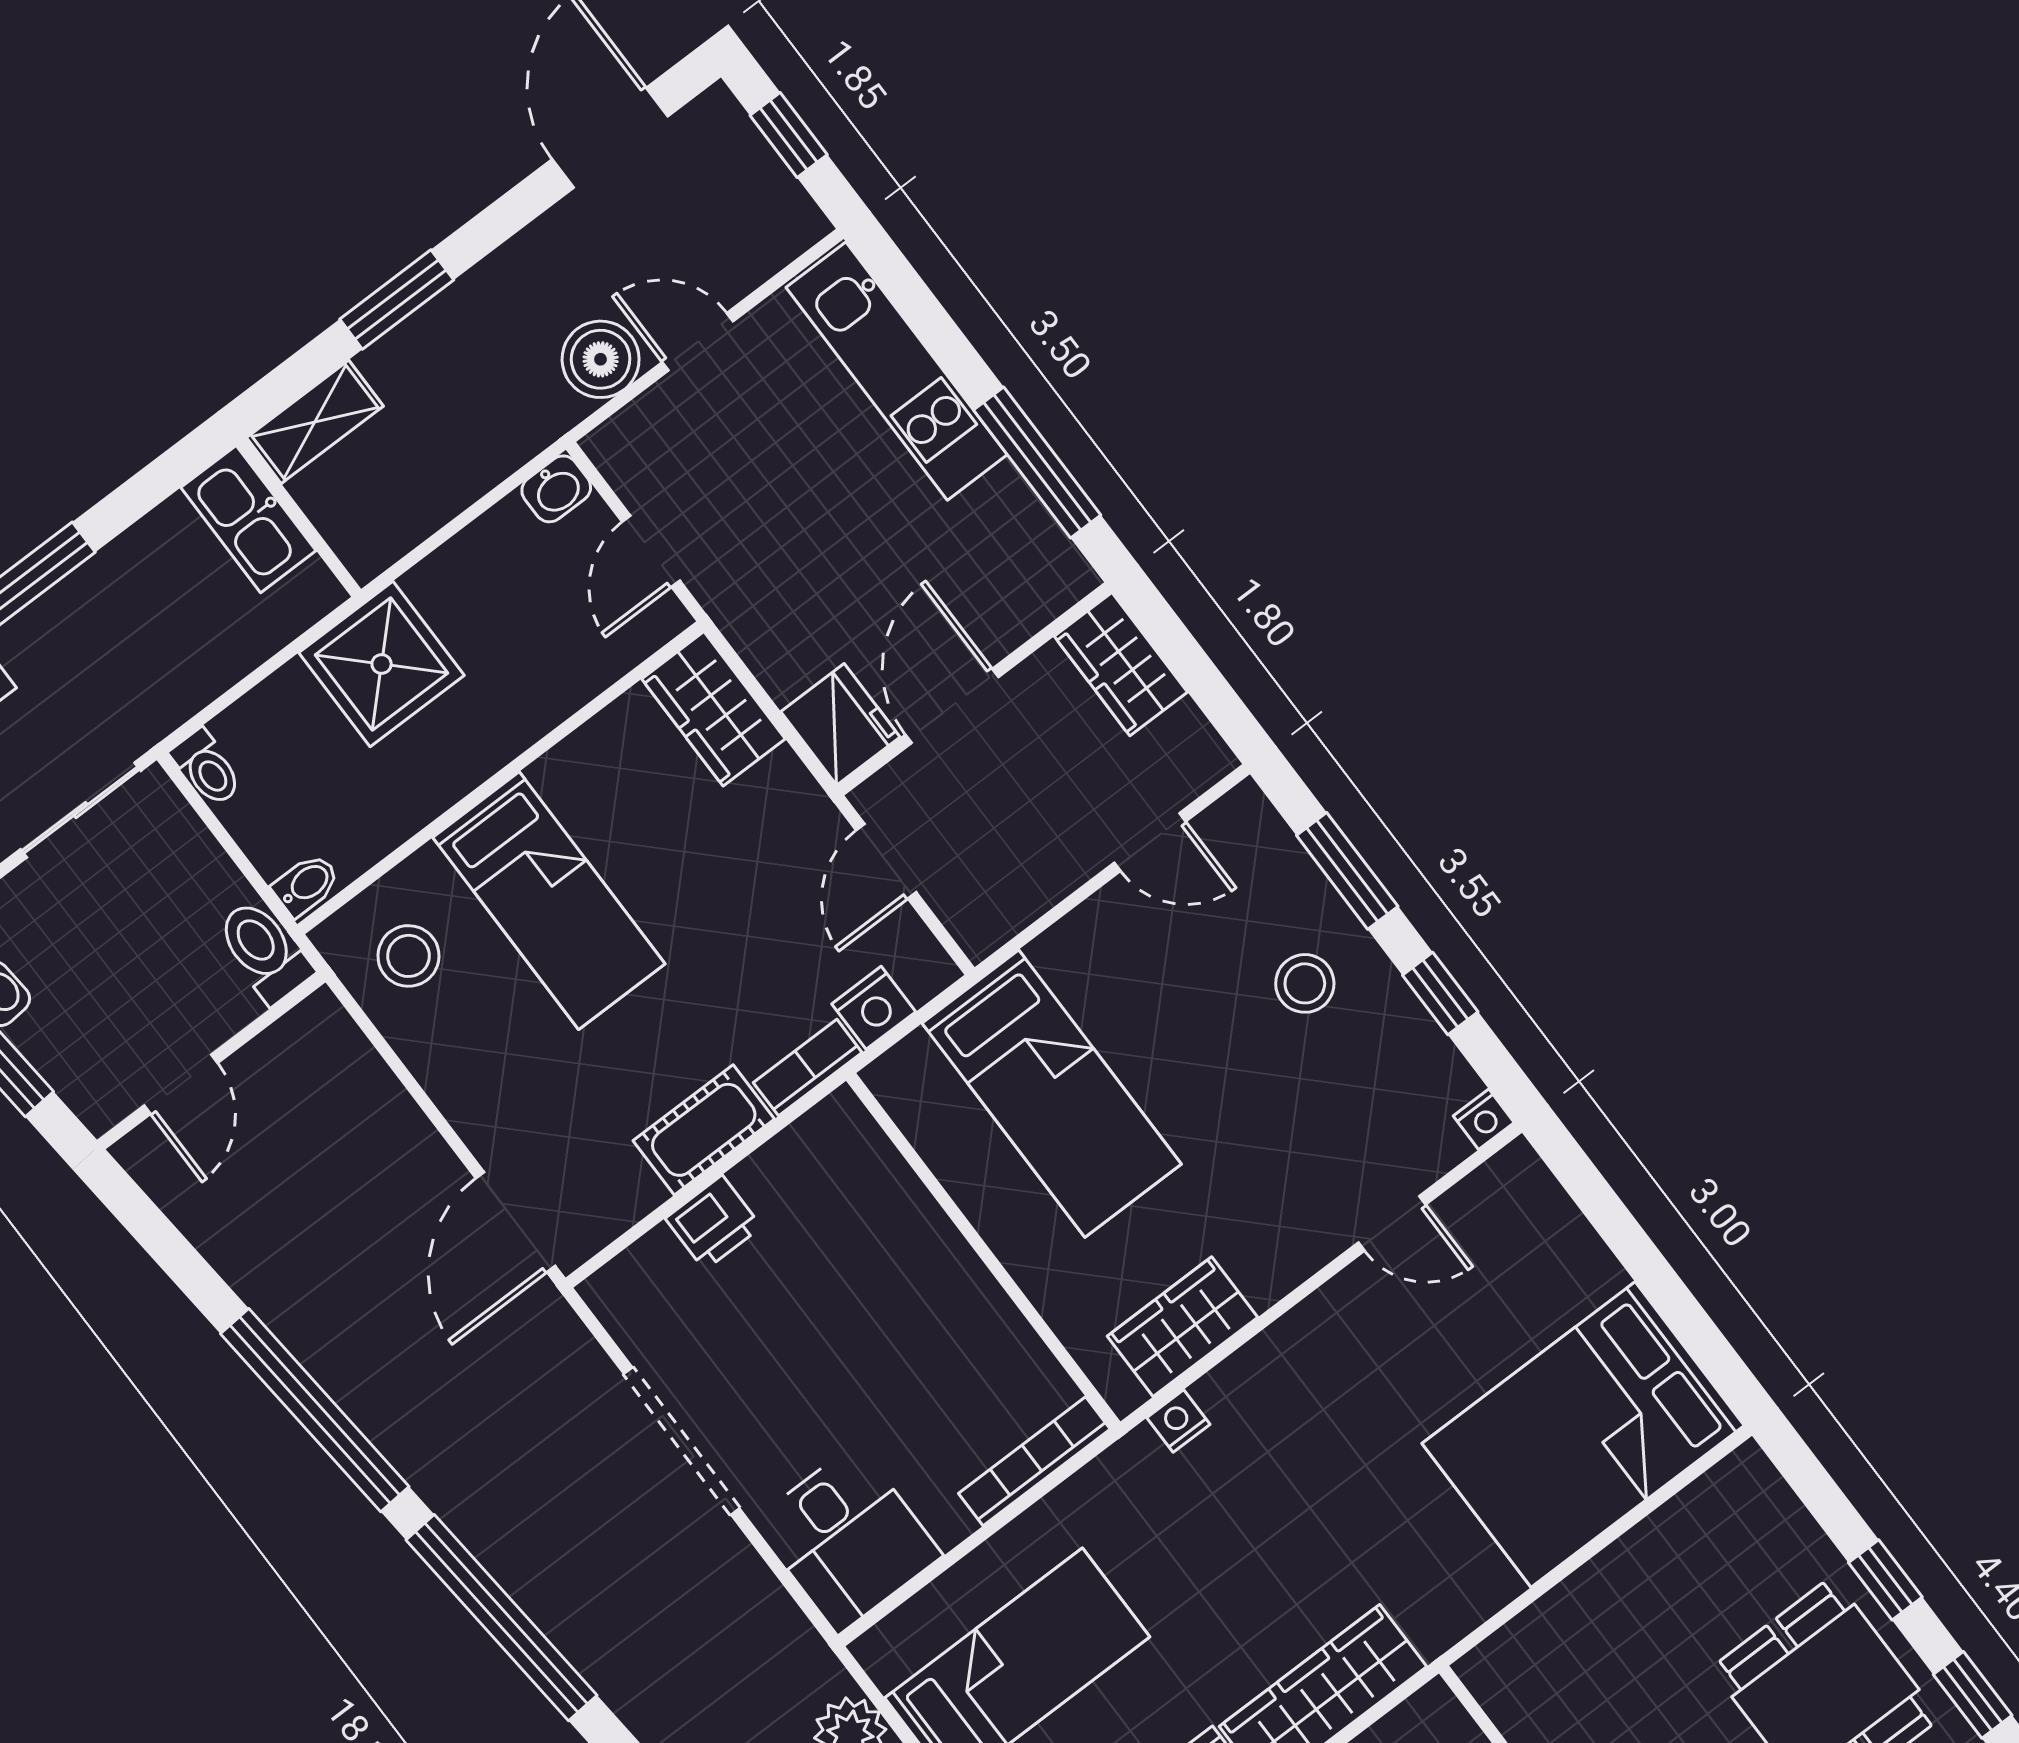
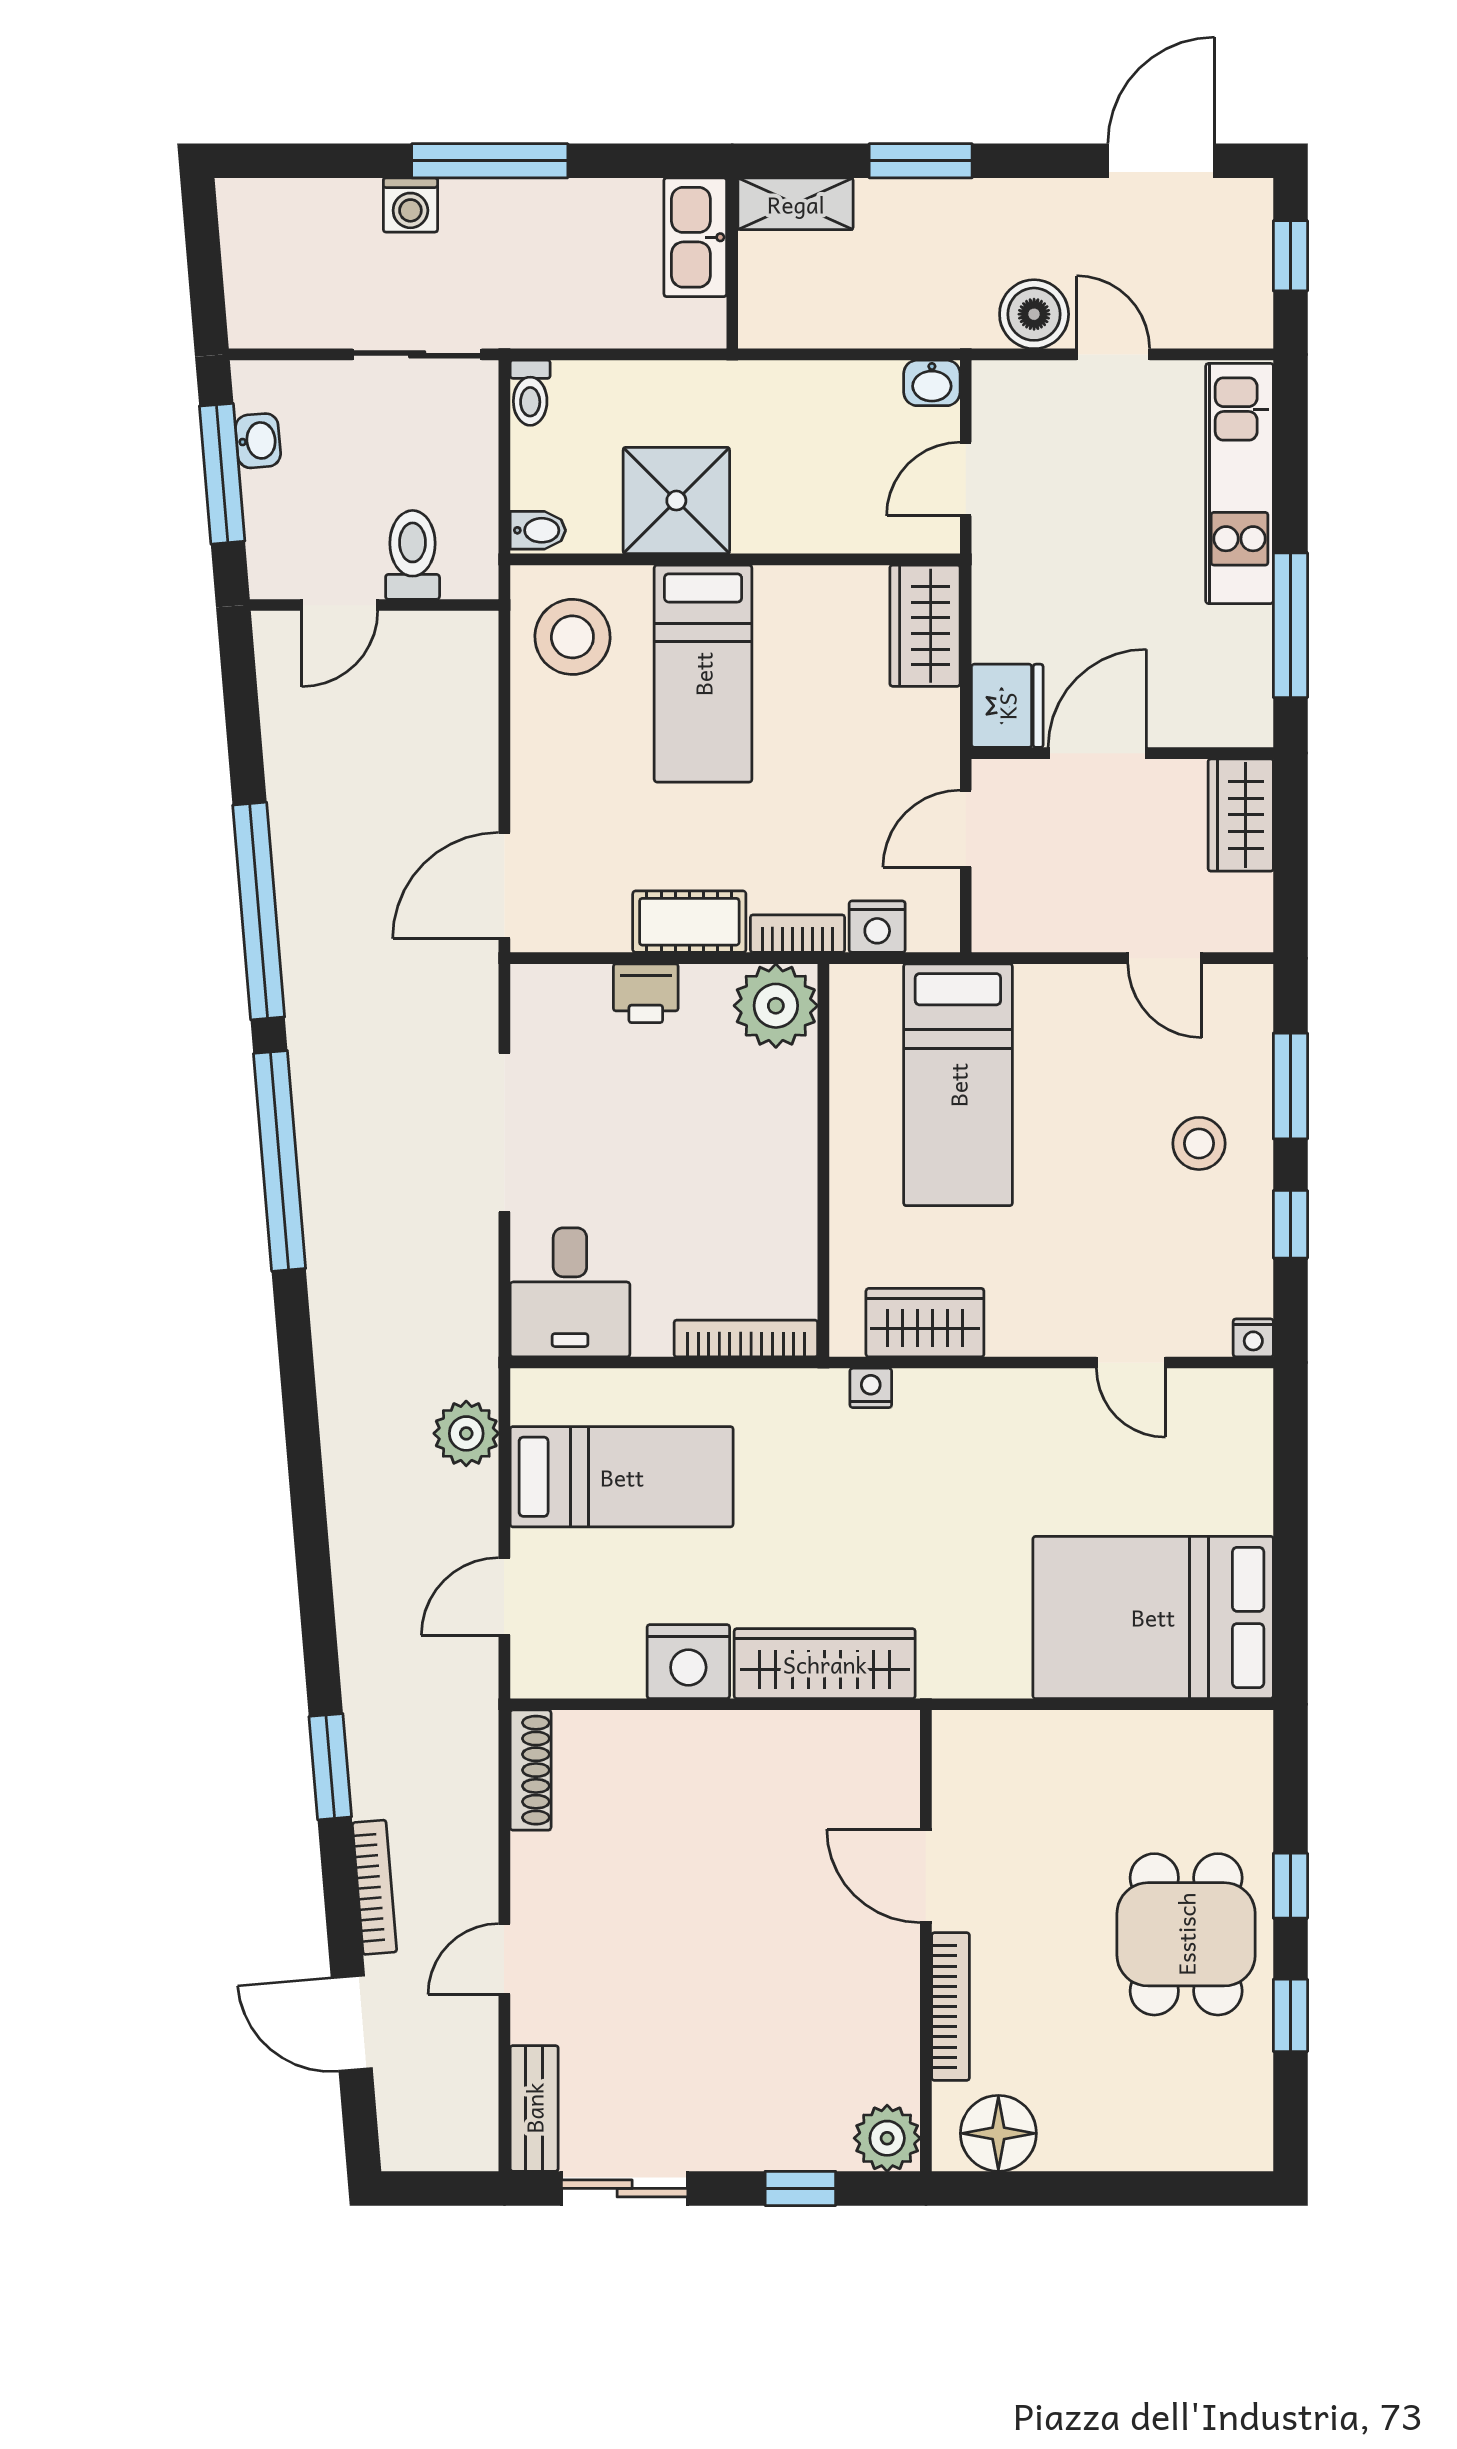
shower: (382, 664) -> (676, 501), moved
toilet: (264, 951) -> (413, 555), moved
stool: (408, 956) -> (572, 637), width x1.38, depth x1.38
plant: (837, 1146) -> (776, 1006), added

